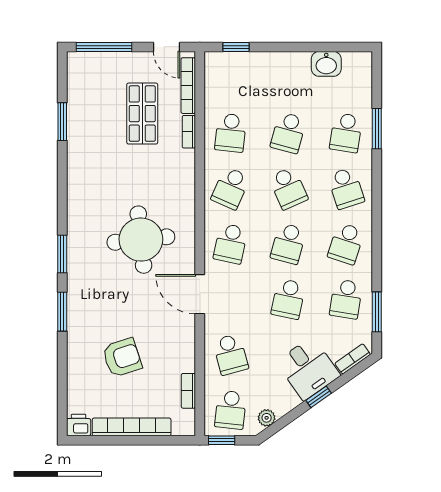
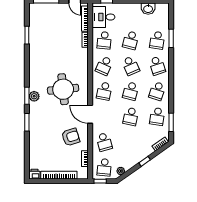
shop shelf: (142, 114) -> (64, 31), removed
plant: (78, 255) -> (34, 96), added
armchair: (122, 358) -> (71, 137), moved
desk: (308, 369) -> (103, 17), moved, turned 125

